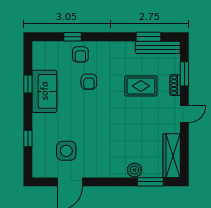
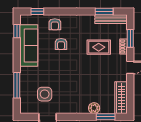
window: (72, 37) -> (37, 11), moved
window: (28, 84) -> (17, 31), moved
sofa: (44, 91) -> (29, 46), width x1.36
window: (28, 139) -> (17, 85), width x2.17

